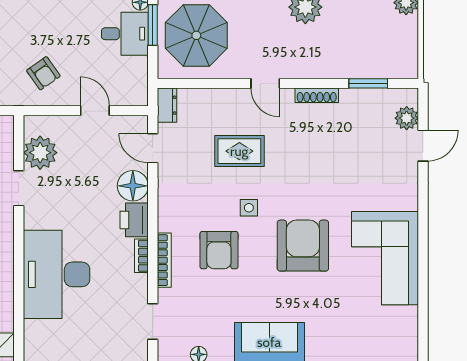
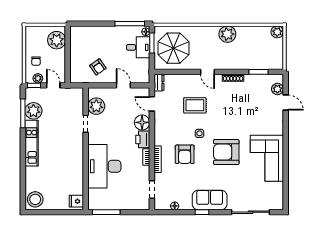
door: (423, 146) -> (286, 103), hinge flipped
armchair: (303, 246) -> (226, 152), turned -90

